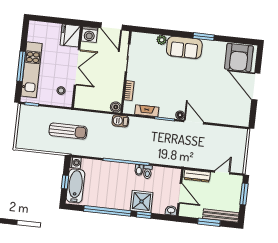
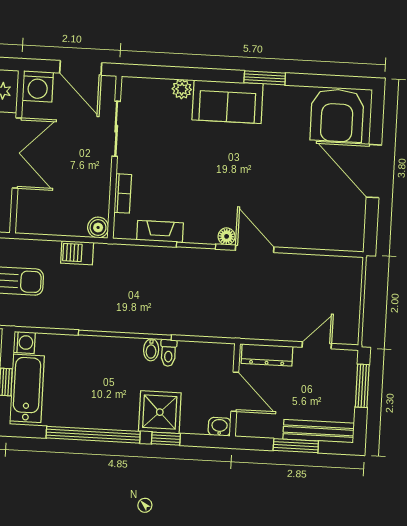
barbecue: (120, 121) -> (77, 253), moved

